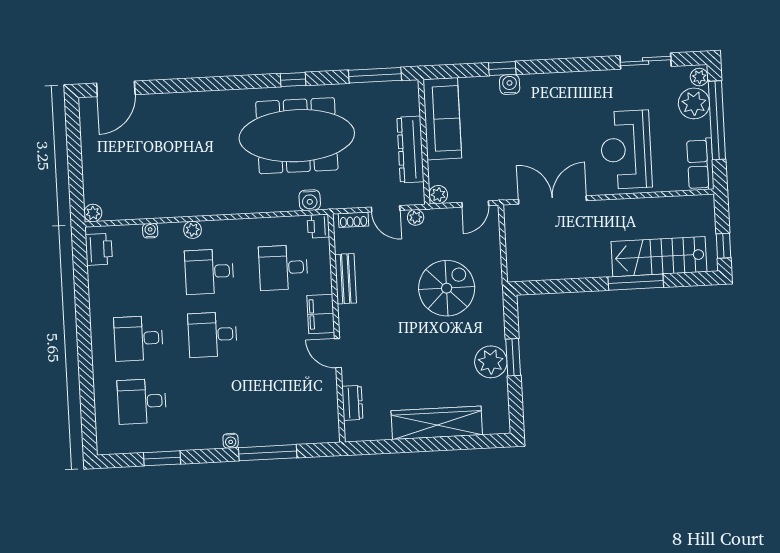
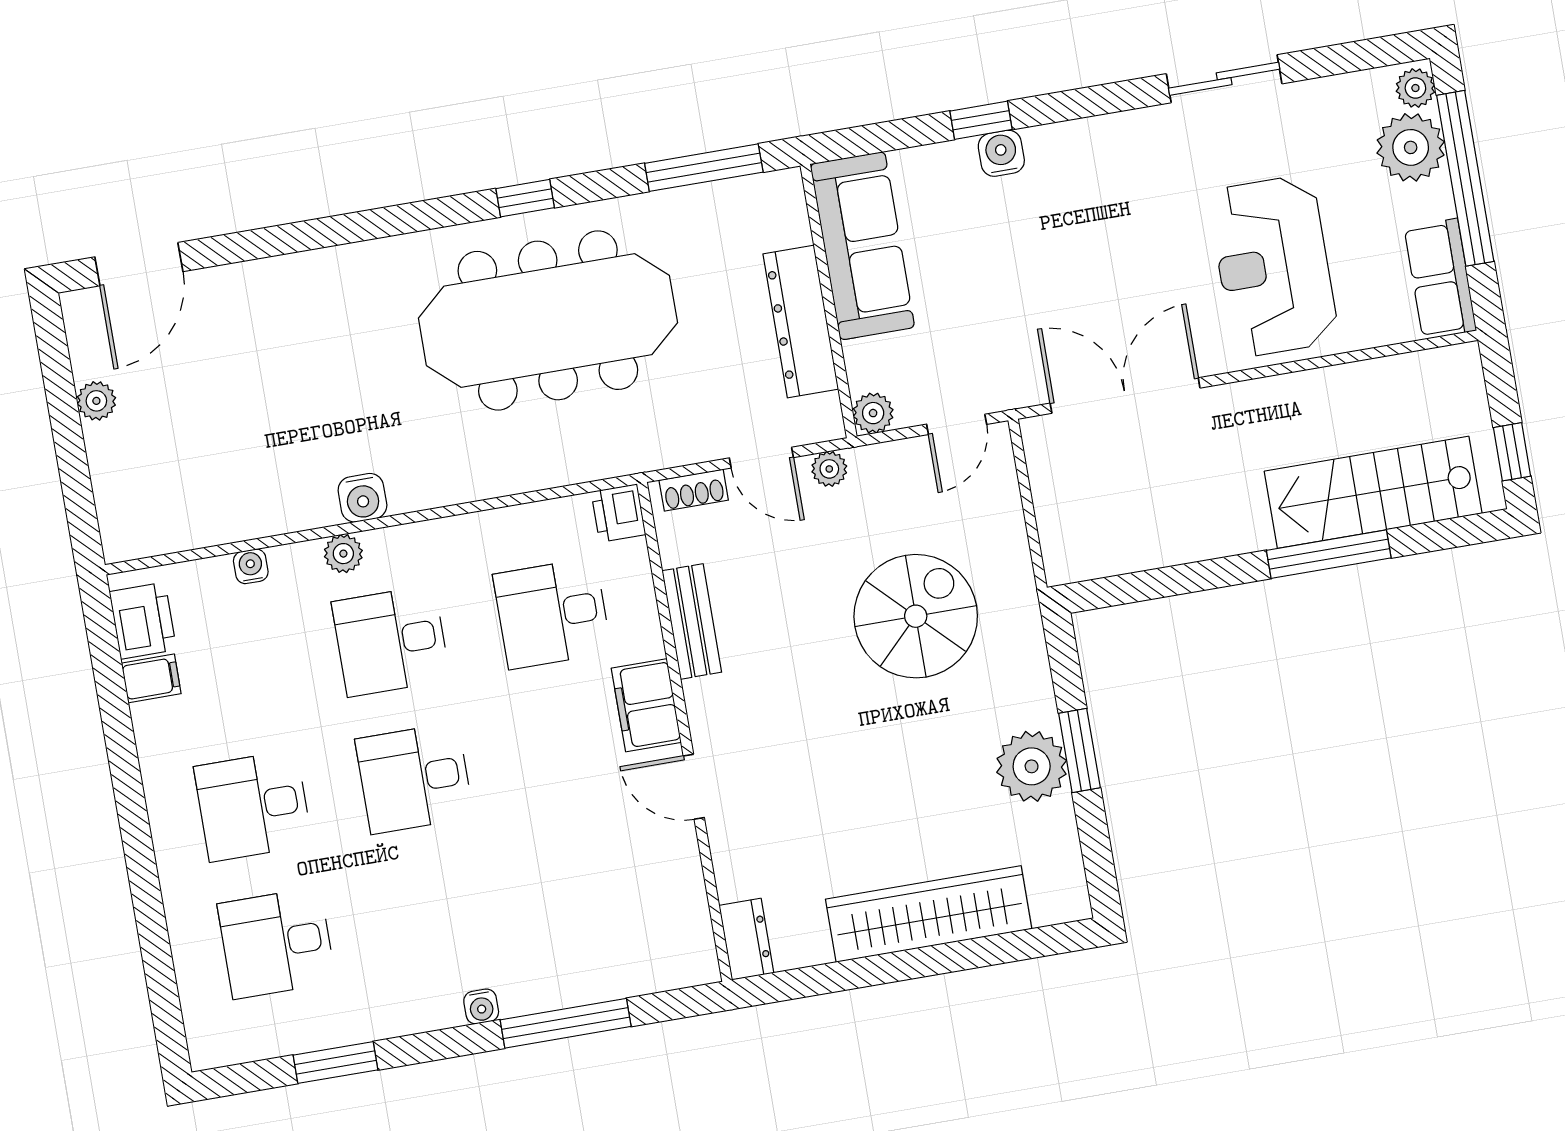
sliding door: (646, 61) -> (1224, 79), moved
water cooler: (310, 200) -> (362, 498), moved
plant: (93, 213) -> (96, 401), moved
filing cabinet: (100, 276) -> (151, 678), added
dresser: (352, 403) -> (746, 939), moved

